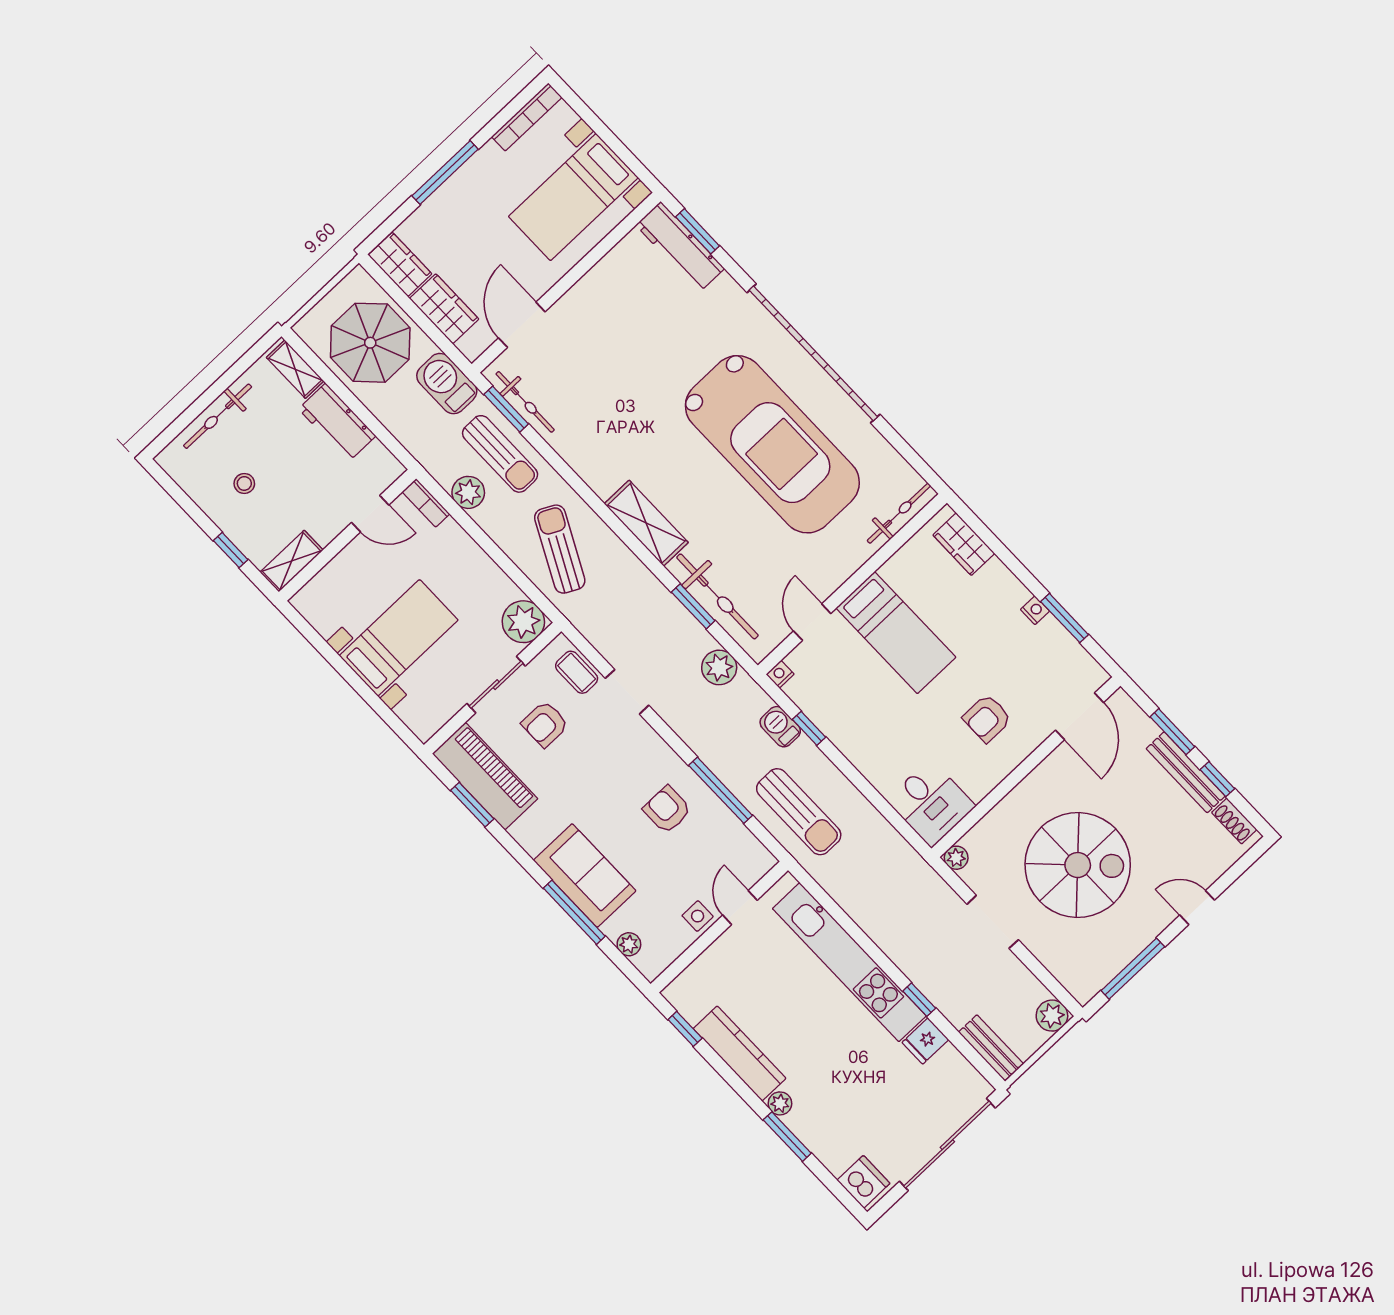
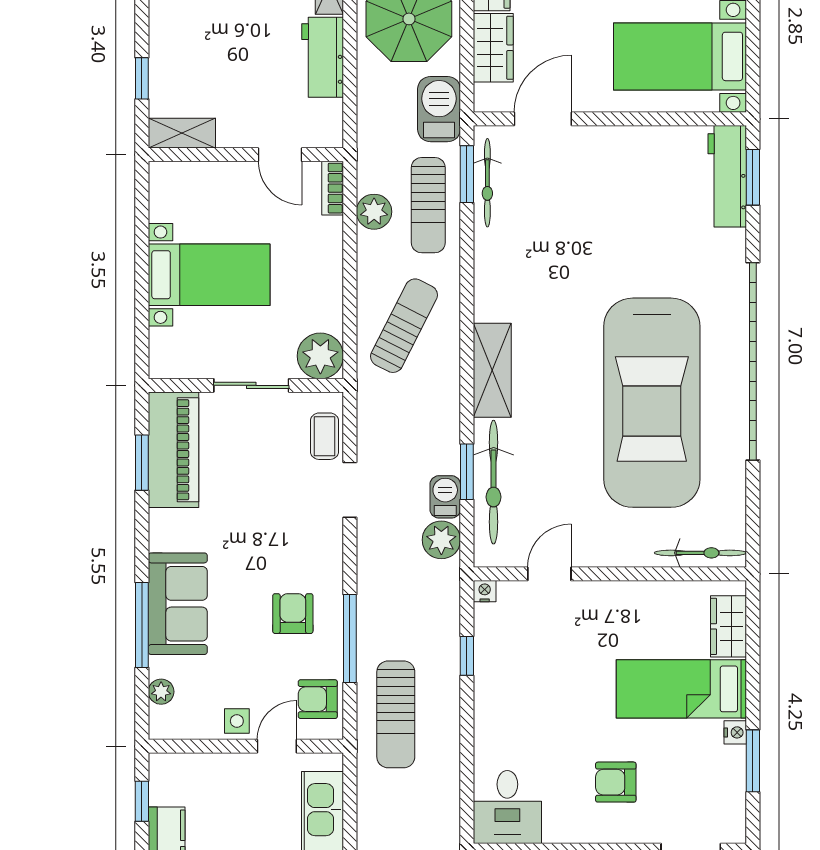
stool: (244, 483) -> (203, 36), removed
bed: (896, 633) -> (681, 689), moved, turned 90
armchair: (545, 724) -> (318, 699), moved
barbecue: (780, 727) -> (445, 497), moved

